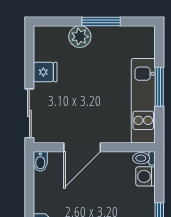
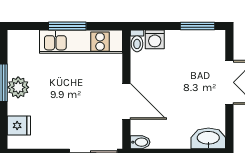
plant: (80, 37) -> (18, 87), moved
fridge: (45, 72) -> (19, 125), moved, turned 90

